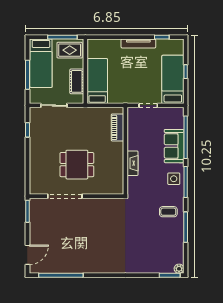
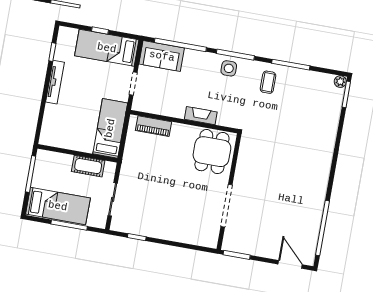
rug: (70, 50) -> (48, 168), removed
bed: (97, 81) -> (110, 128), moved, turned 90
sofa: (174, 146) -> (162, 56), moved
dining table: (77, 165) -> (212, 152), moved

